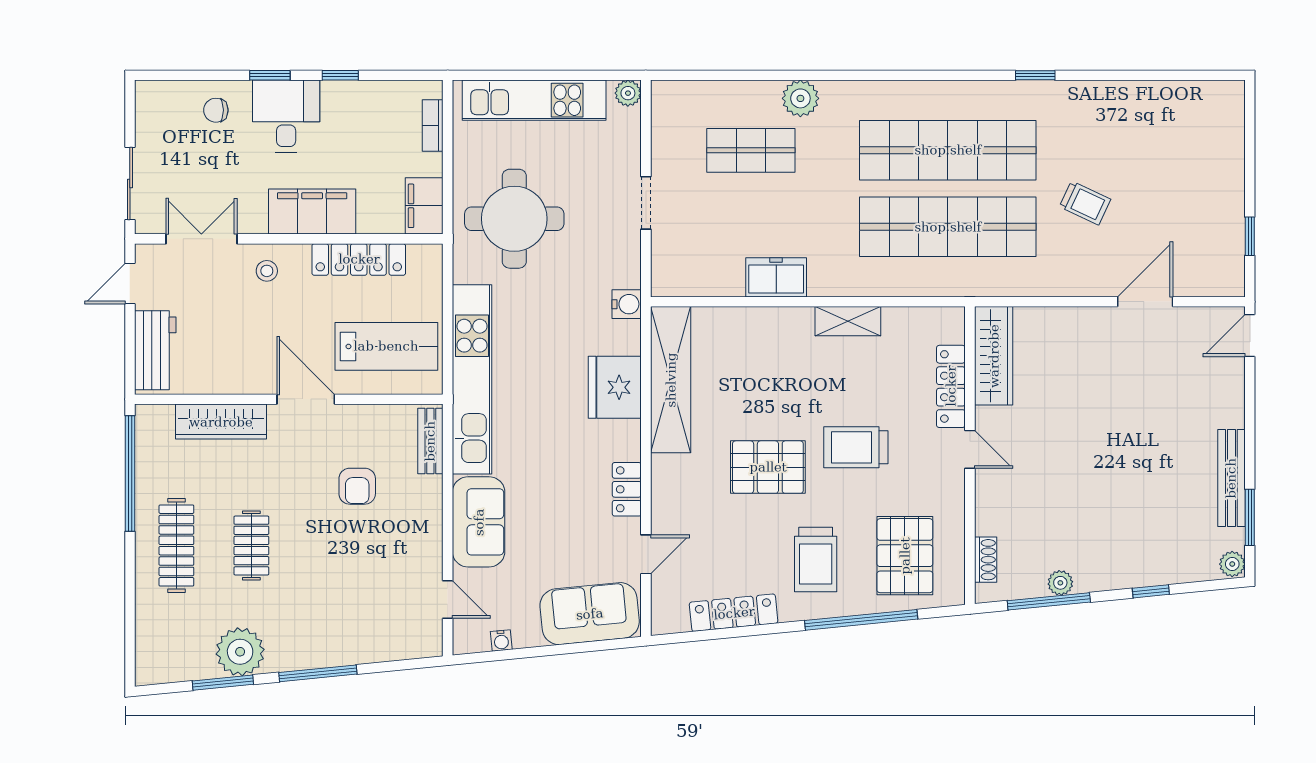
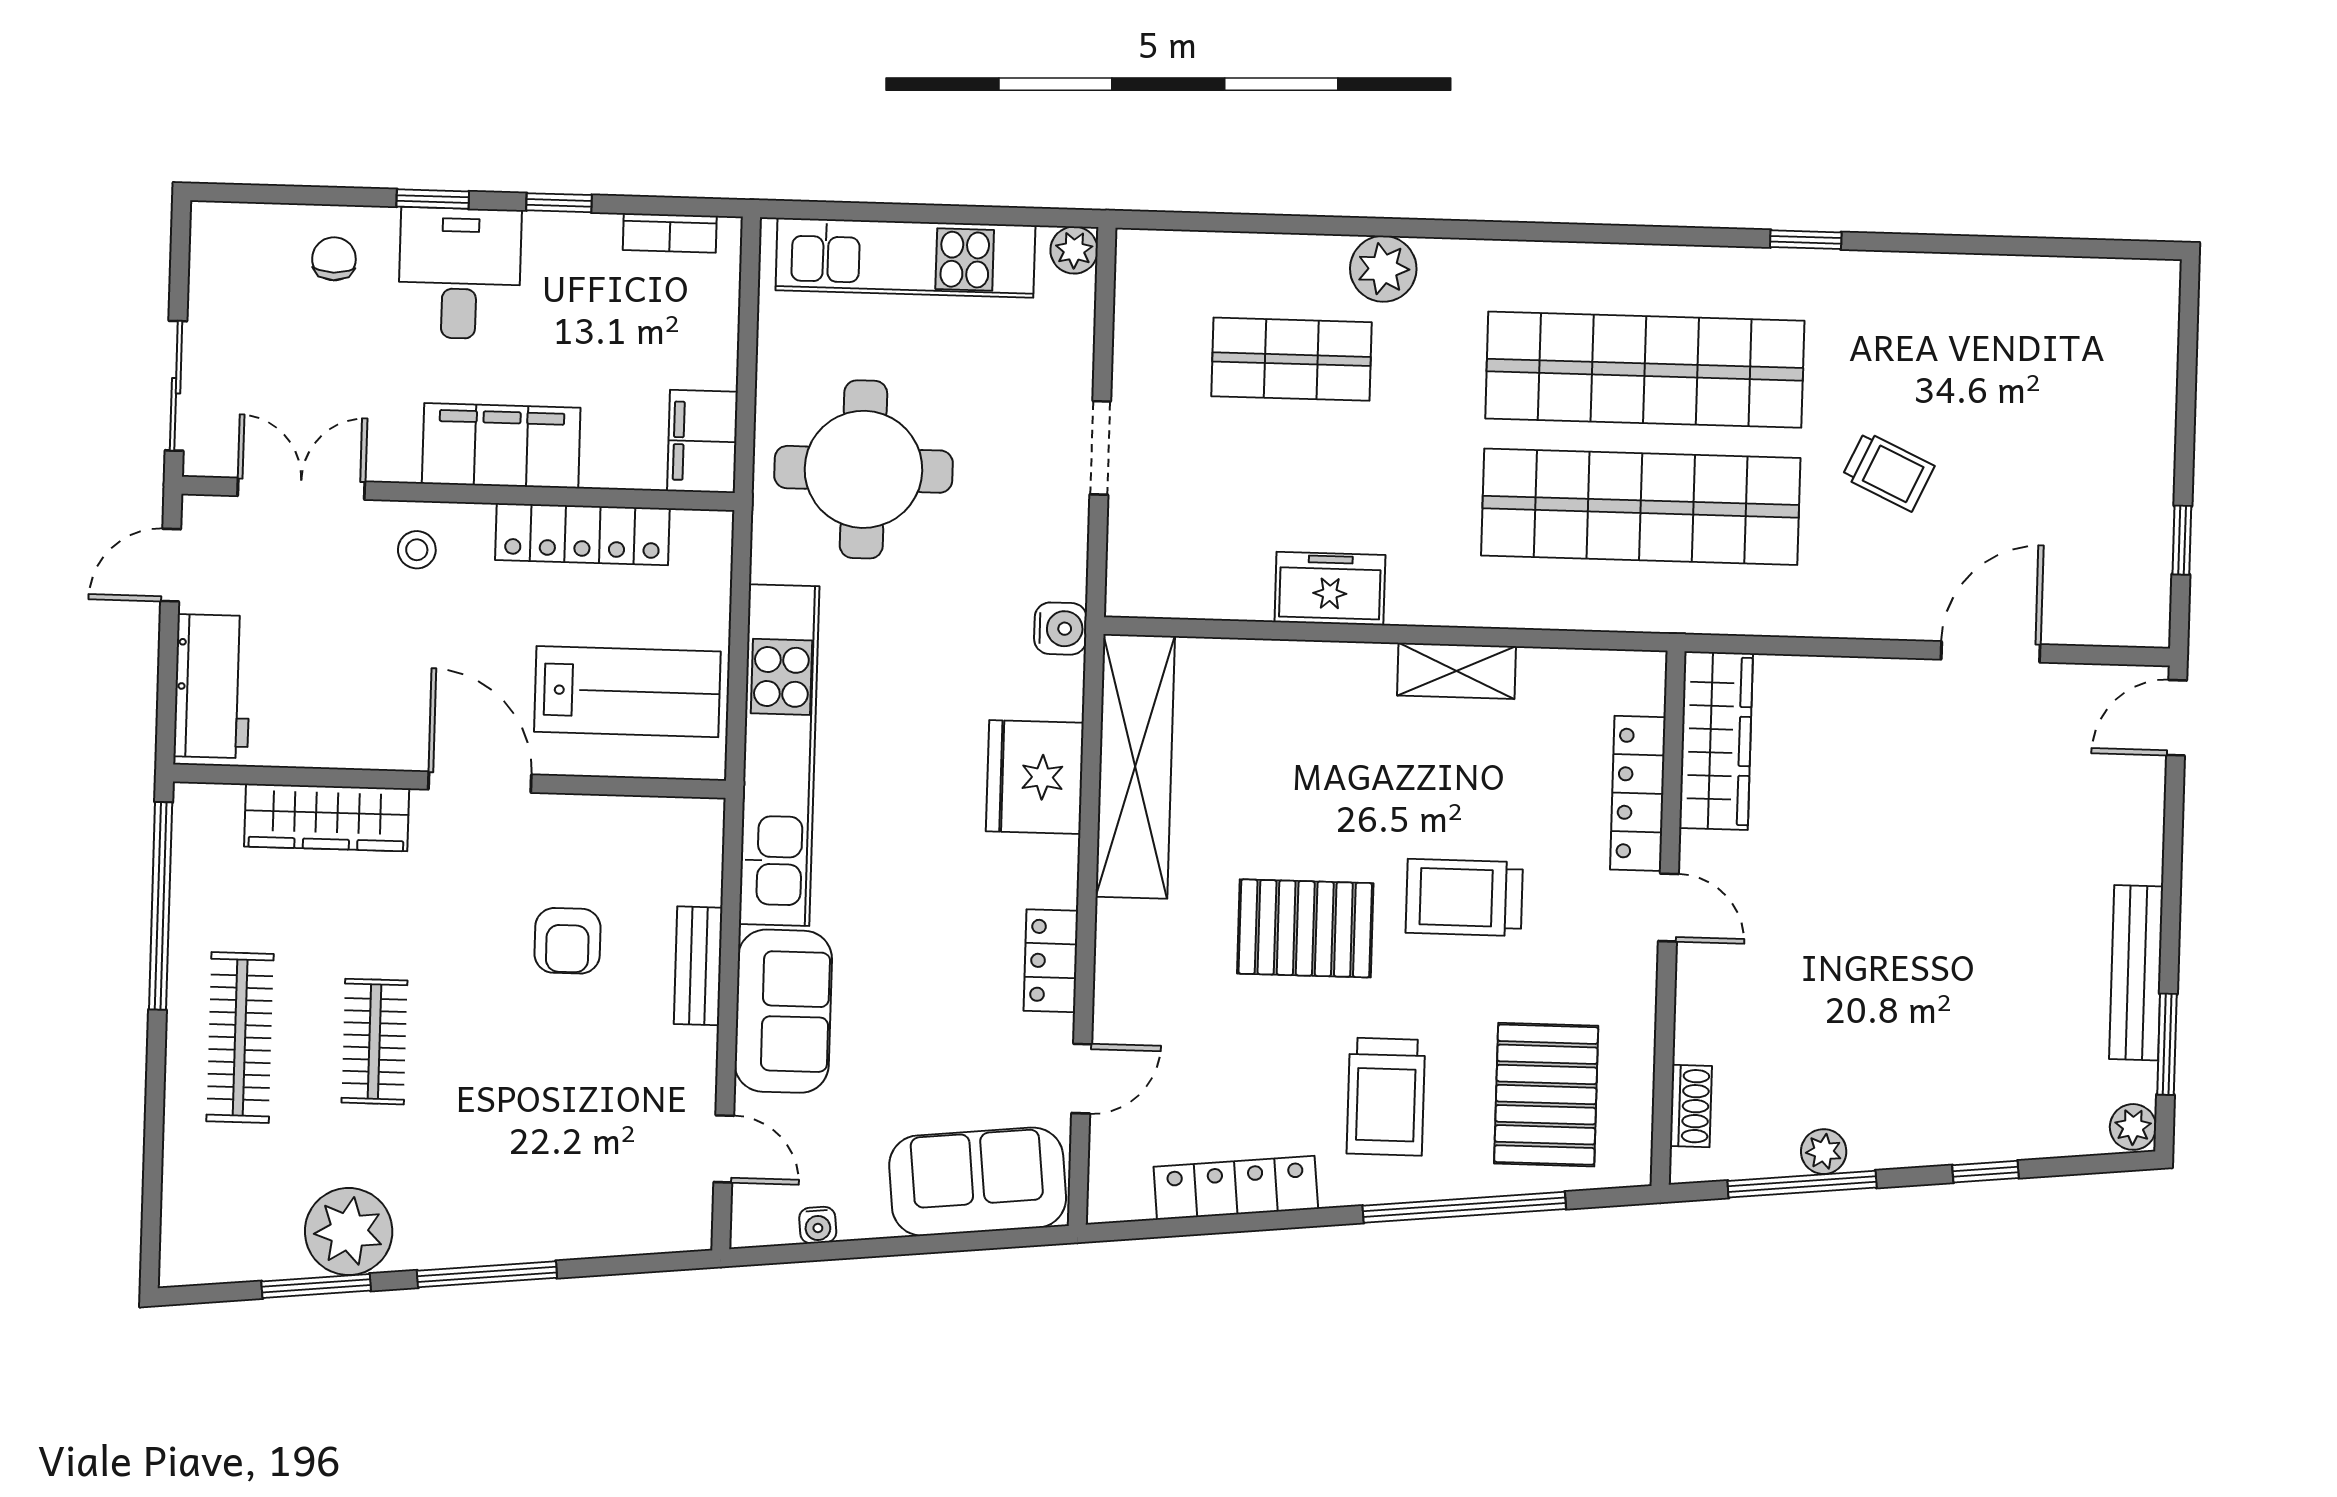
chair: (216, 110) -> (334, 259), turned 90
bookcase: (433, 126) -> (670, 233), moved, turned -90
bench: (430, 441) -> (698, 966), moved

